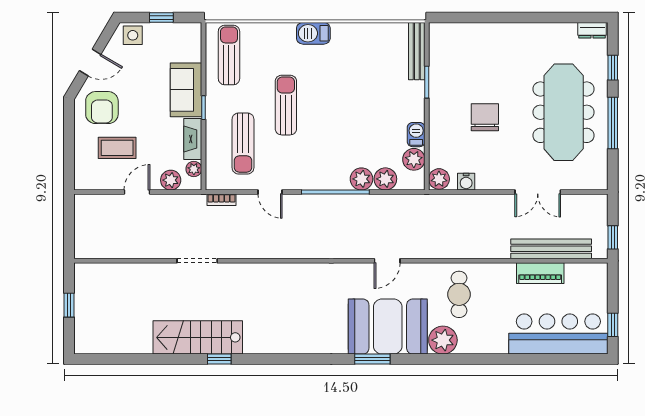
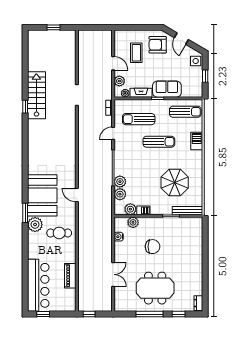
barbecue: (313, 33) -> (197, 141), moved
parasol: (363, 75) -> (175, 183), added
meeting table: (564, 112) -> (155, 288), width x0.73
plant: (439, 179) -> (133, 222), moved
double door: (538, 192) -> (113, 274), swing flipped
bench: (551, 249) -> (83, 282), removed
window: (372, 359) -> (25, 213), moved

